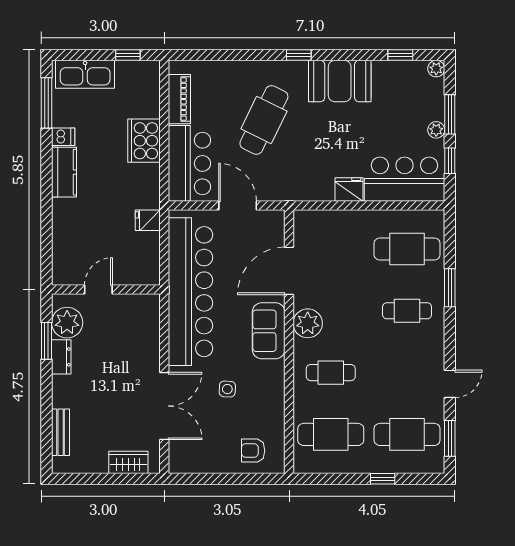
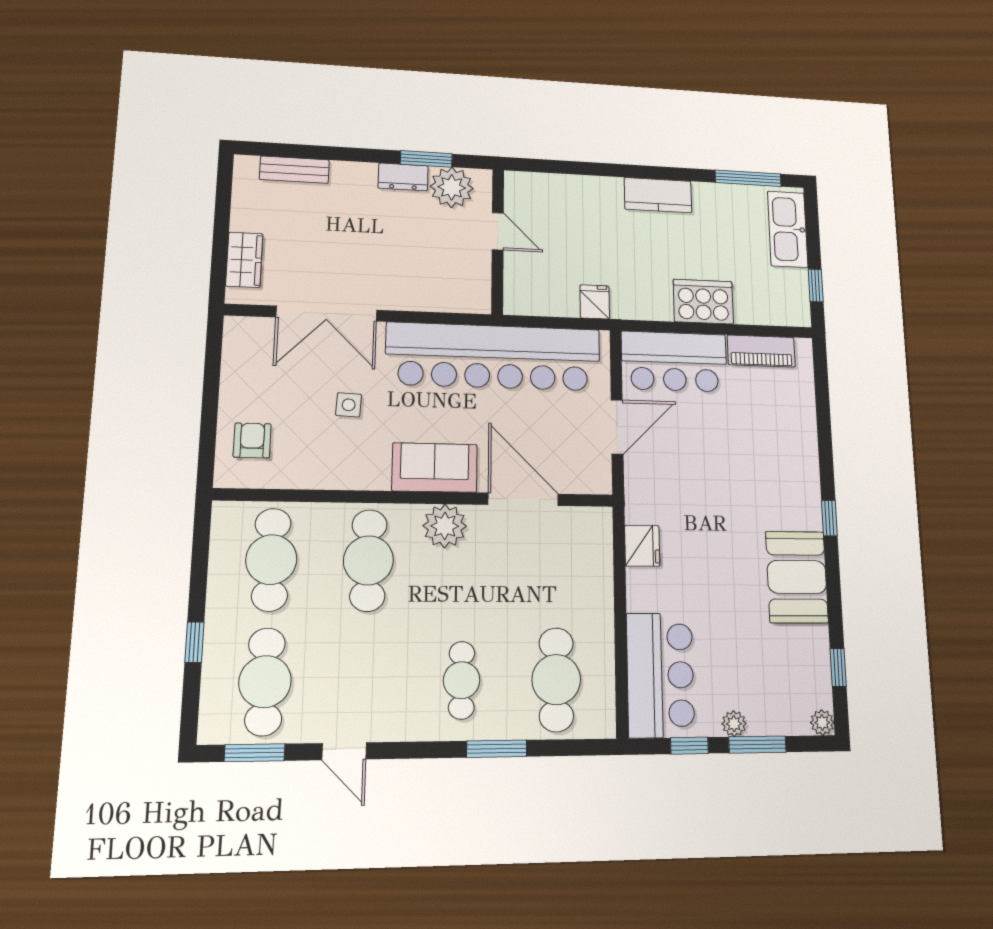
cafe table: (264, 120) -> (738, 467), removed
dishwasher: (63, 137) -> (705, 197), removed
fridge: (349, 190) -> (642, 546), moved
cafe table: (331, 373) -> (368, 560), width x1.37, depth x1.35

